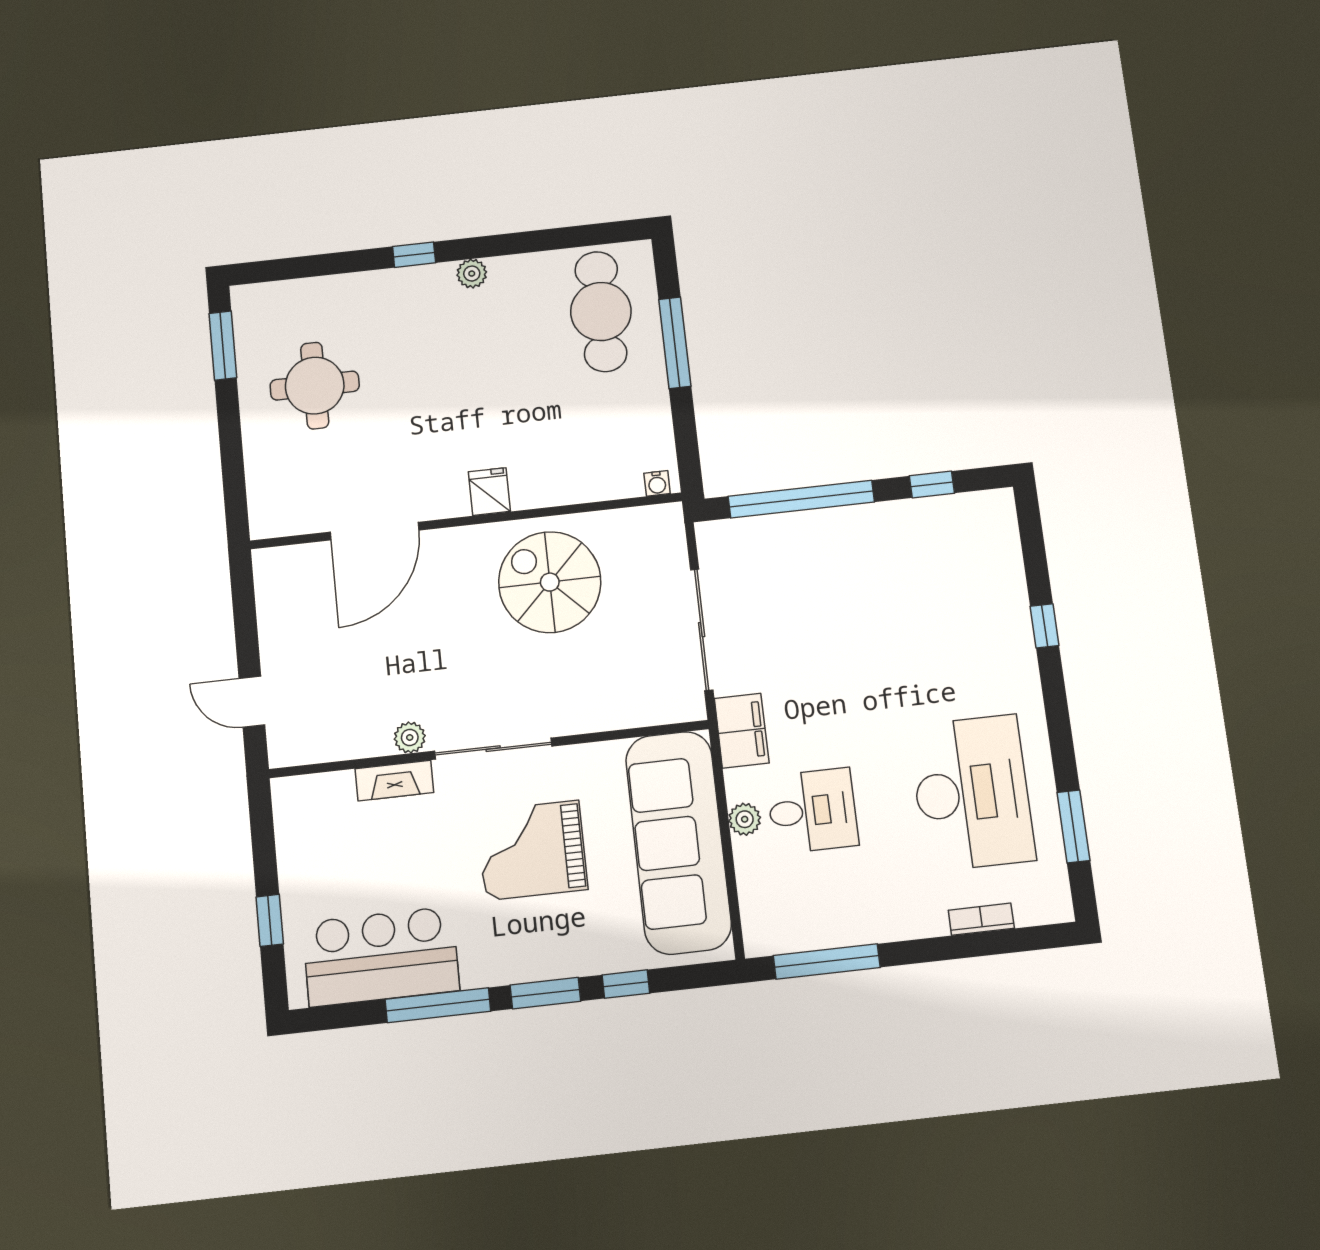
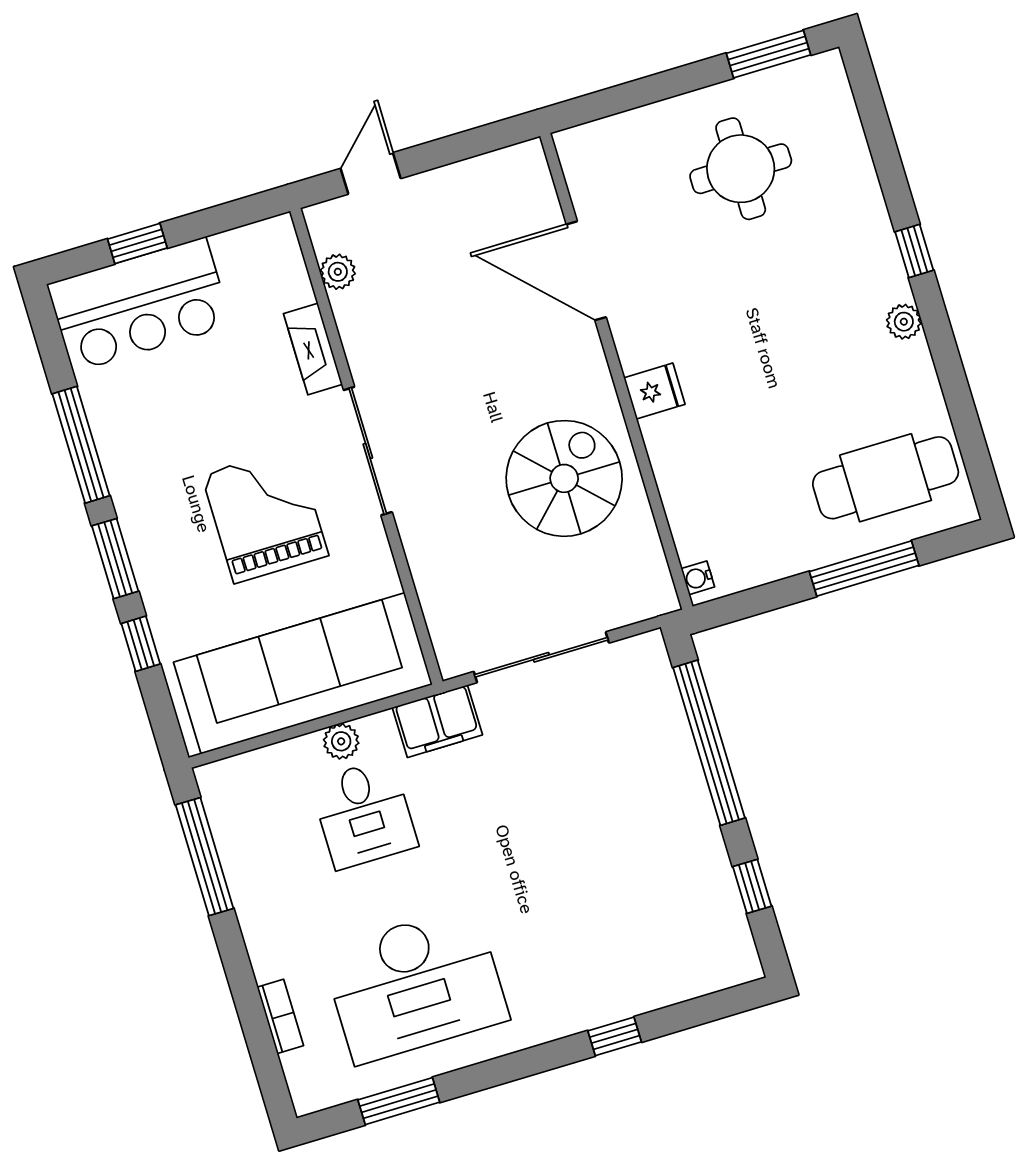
plant: (410, 737) -> (338, 272), moved
bar counter: (381, 957) -> (139, 305), moved, turned 90

